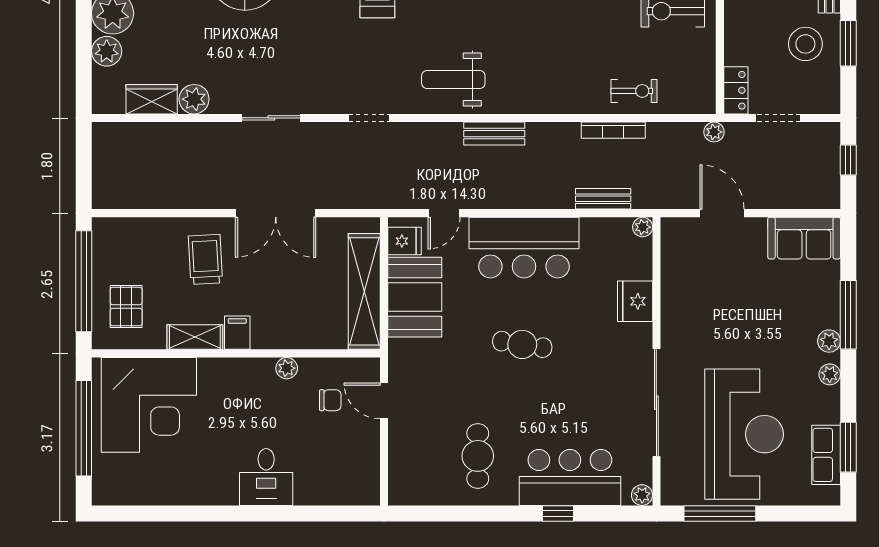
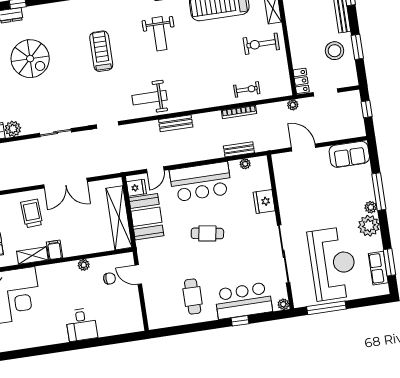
plant: (643, 227) -> (245, 164), moved
plant: (830, 374) -> (369, 226), width x1.88, depth x1.88

